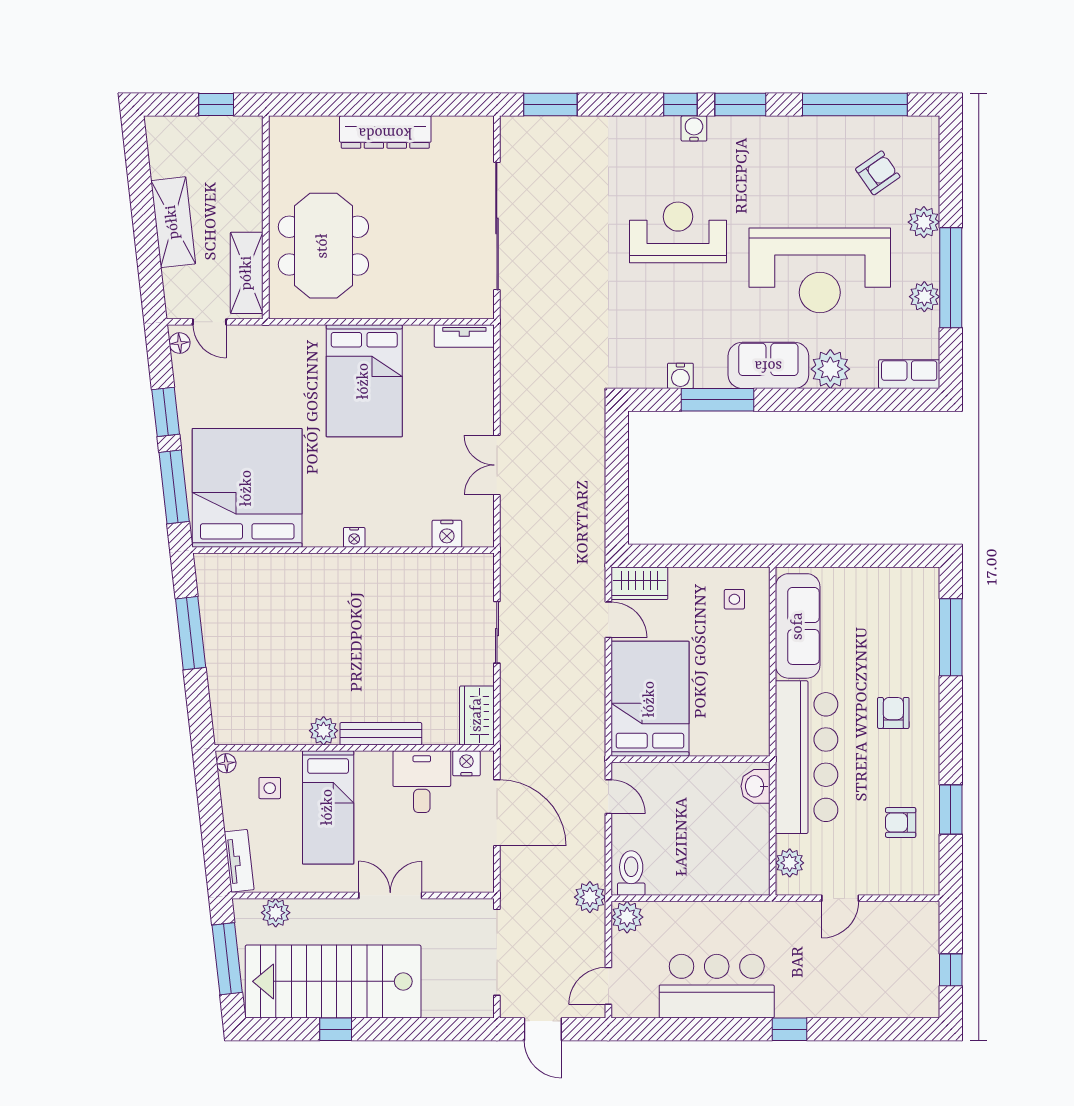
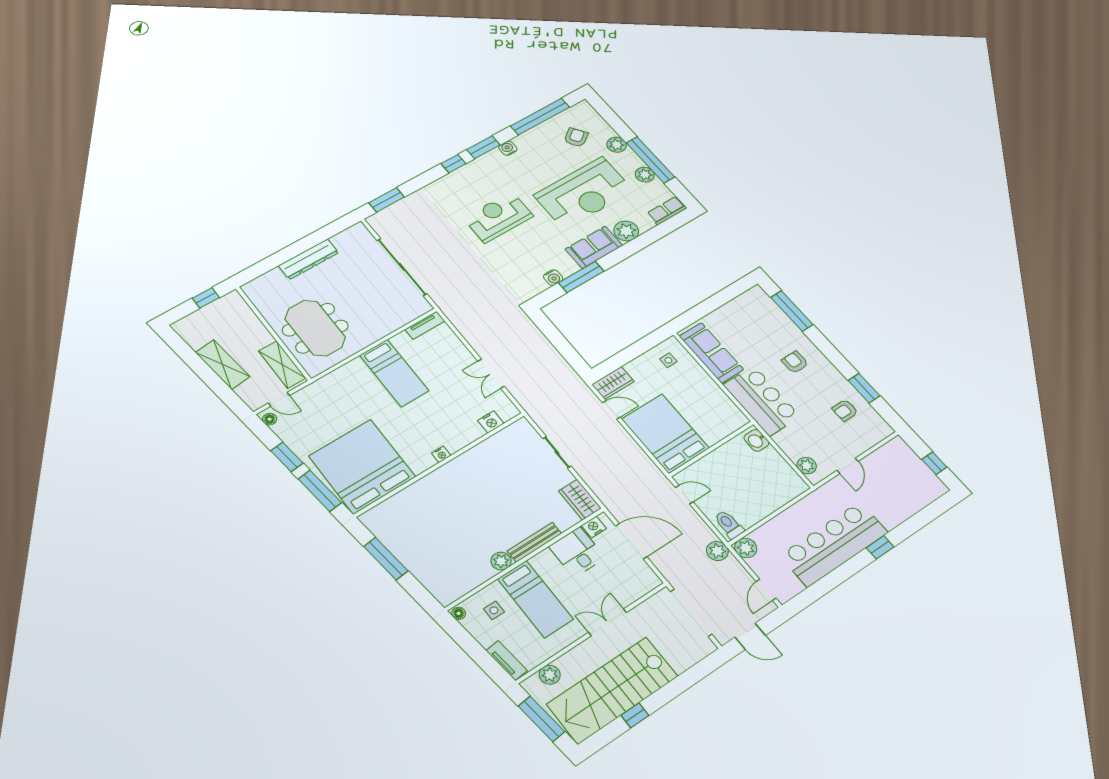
water cooler: (694, 128) -> (508, 148), moved
bed: (364, 381) -> (394, 373), width x0.67
bar counter: (807, 757) -> (762, 401), width x0.73
bar counter: (717, 986) -> (834, 544), width x1.36

